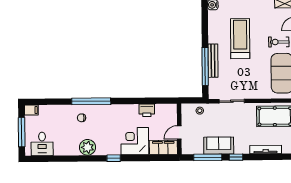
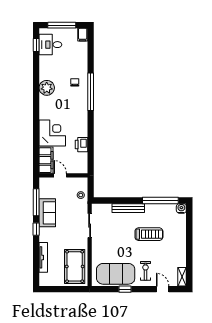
treadmill: (240, 39) -> (149, 234), width x0.73, depth x0.73
window: (205, 66) -> (160, 201), moved
window: (114, 158) -> (36, 45), moved

